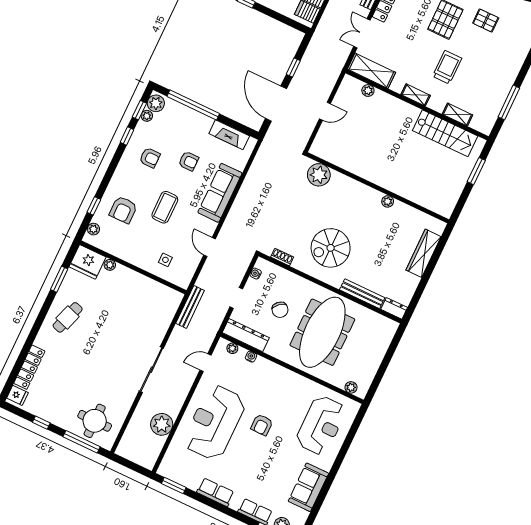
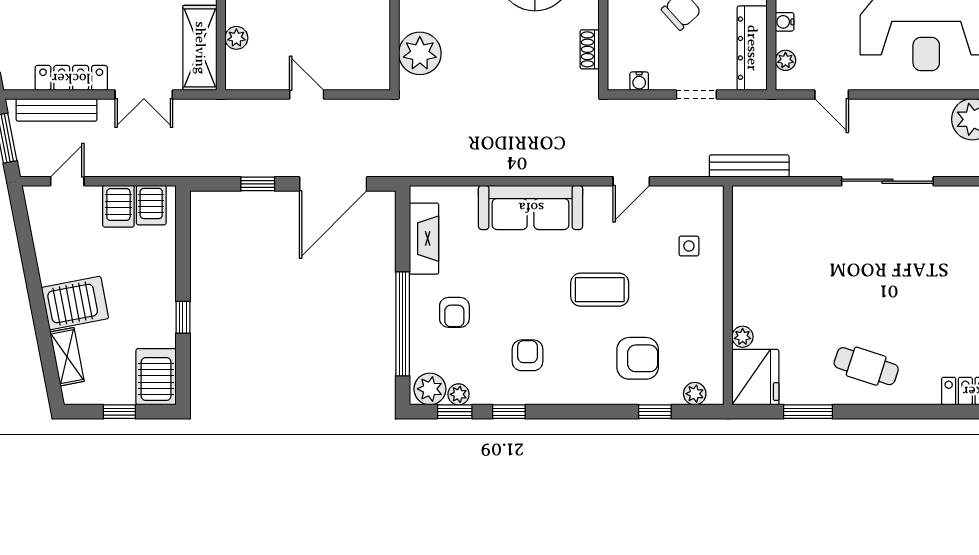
armchair: (189, 161) -> (454, 312), moved, turned 180

